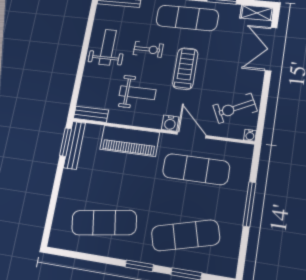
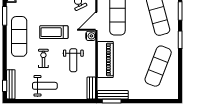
weight bench: (108, 47) -> (45, 86), turned 180
weight bench: (138, 93) -> (73, 60), turned 180
exercise mat: (104, 223) -> (158, 66), turned 30

